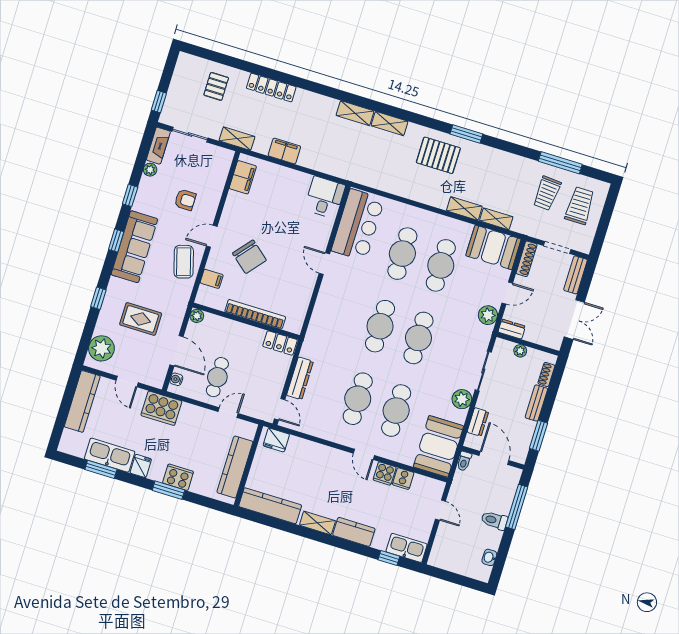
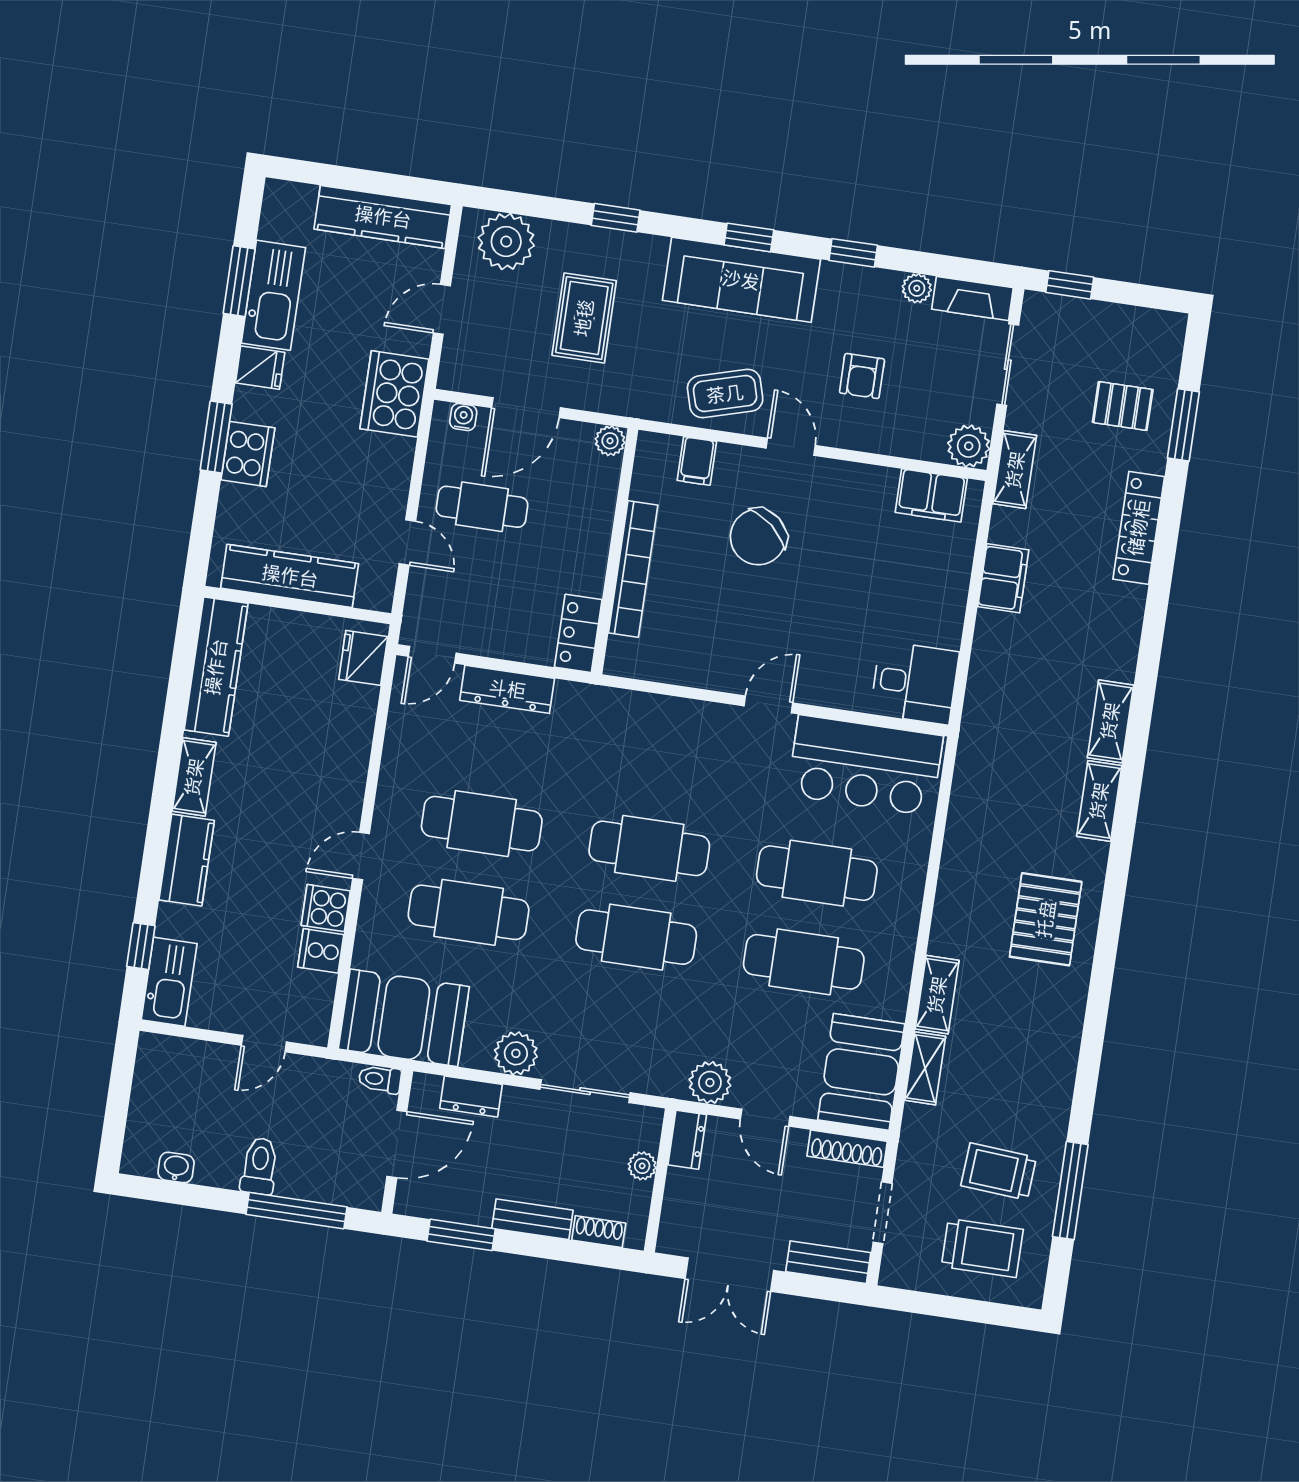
window: (466, 134) -> (1183, 425), moved
plant: (223, 157) -> (969, 446), added

